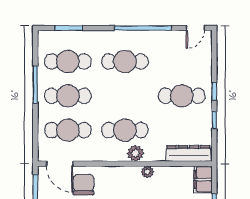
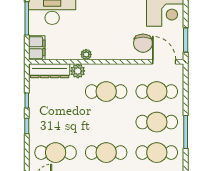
cafe table: (182, 96) -> (56, 153), moved
plant: (135, 153) -> (78, 71), moved

